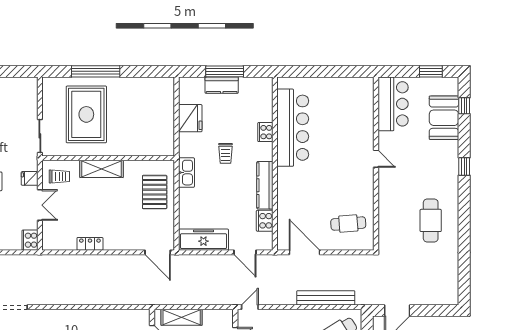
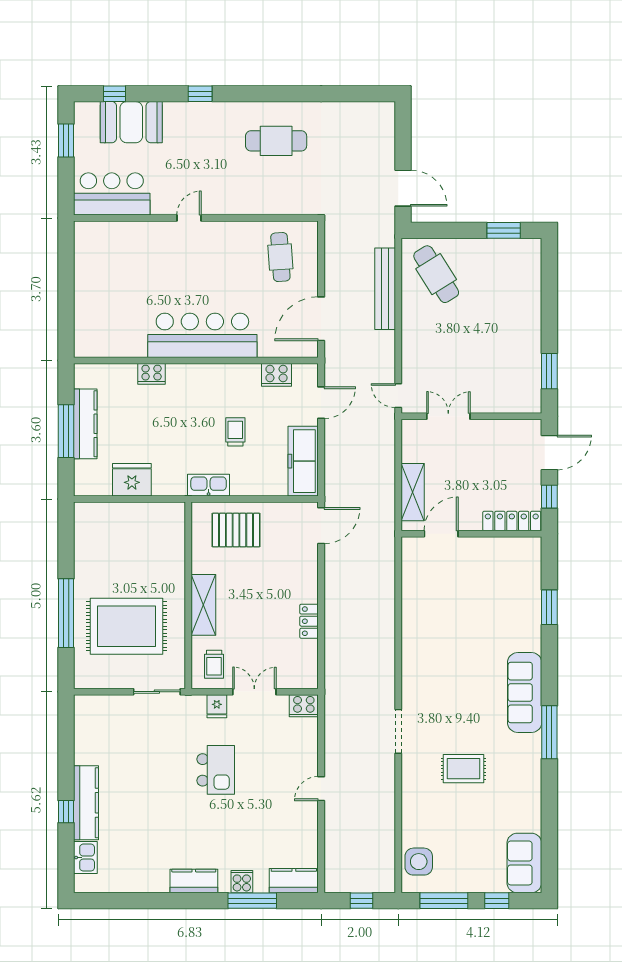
kitchen counter: (222, 85) -> (85, 424), width x1.50
bar counter: (293, 128) -> (202, 335), moved
trolley: (225, 153) -> (235, 432), moved, turned -90
trolley: (59, 176) -> (214, 664), turned 180
kitchen counter: (265, 185) -> (226, 375), removed

